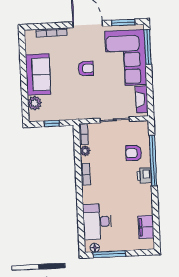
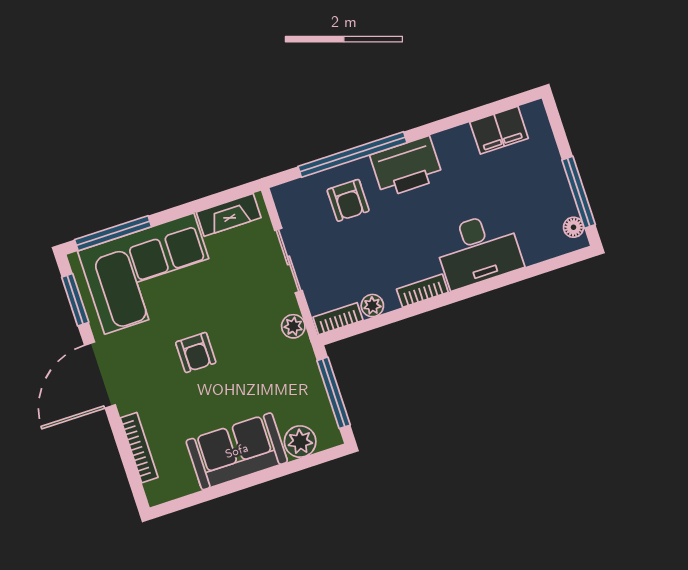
armchair: (86, 69) -> (196, 352), turned 180
plant: (86, 114) -> (293, 326), added
window: (52, 124) -> (334, 393), width x2.17
printer: (144, 176) -> (406, 167), width x1.87, depth x1.48
desk: (97, 222) -> (478, 250), moved

